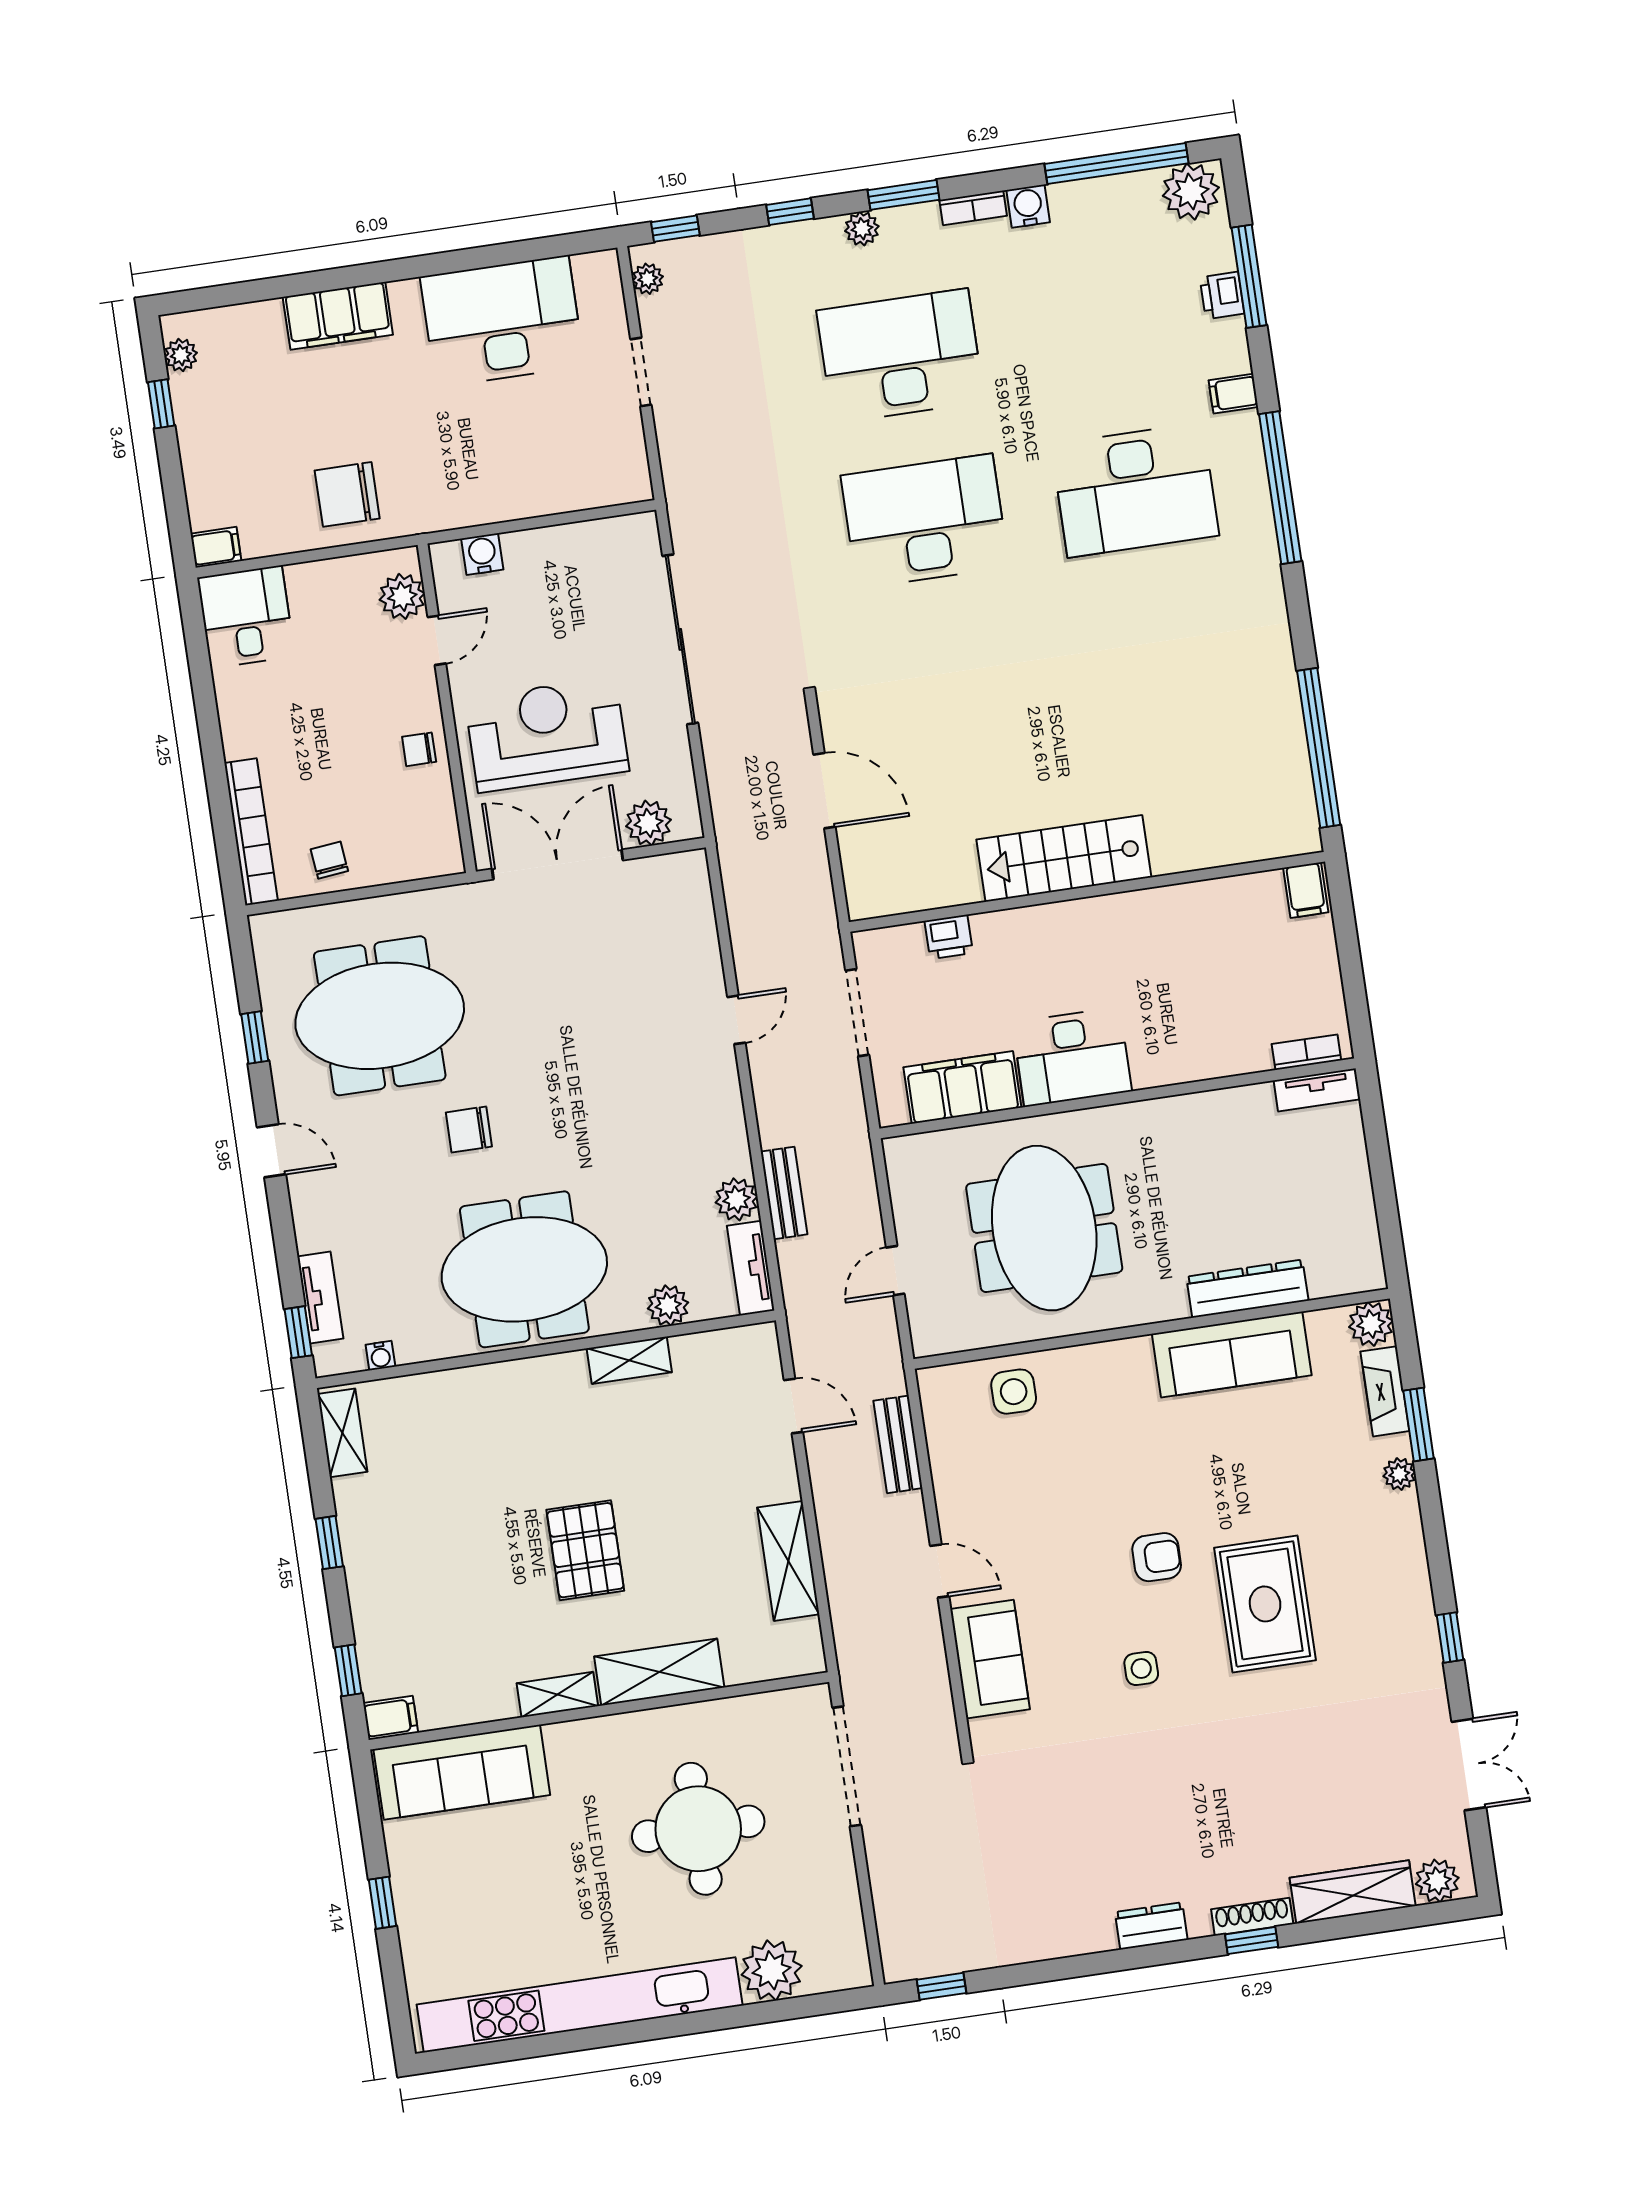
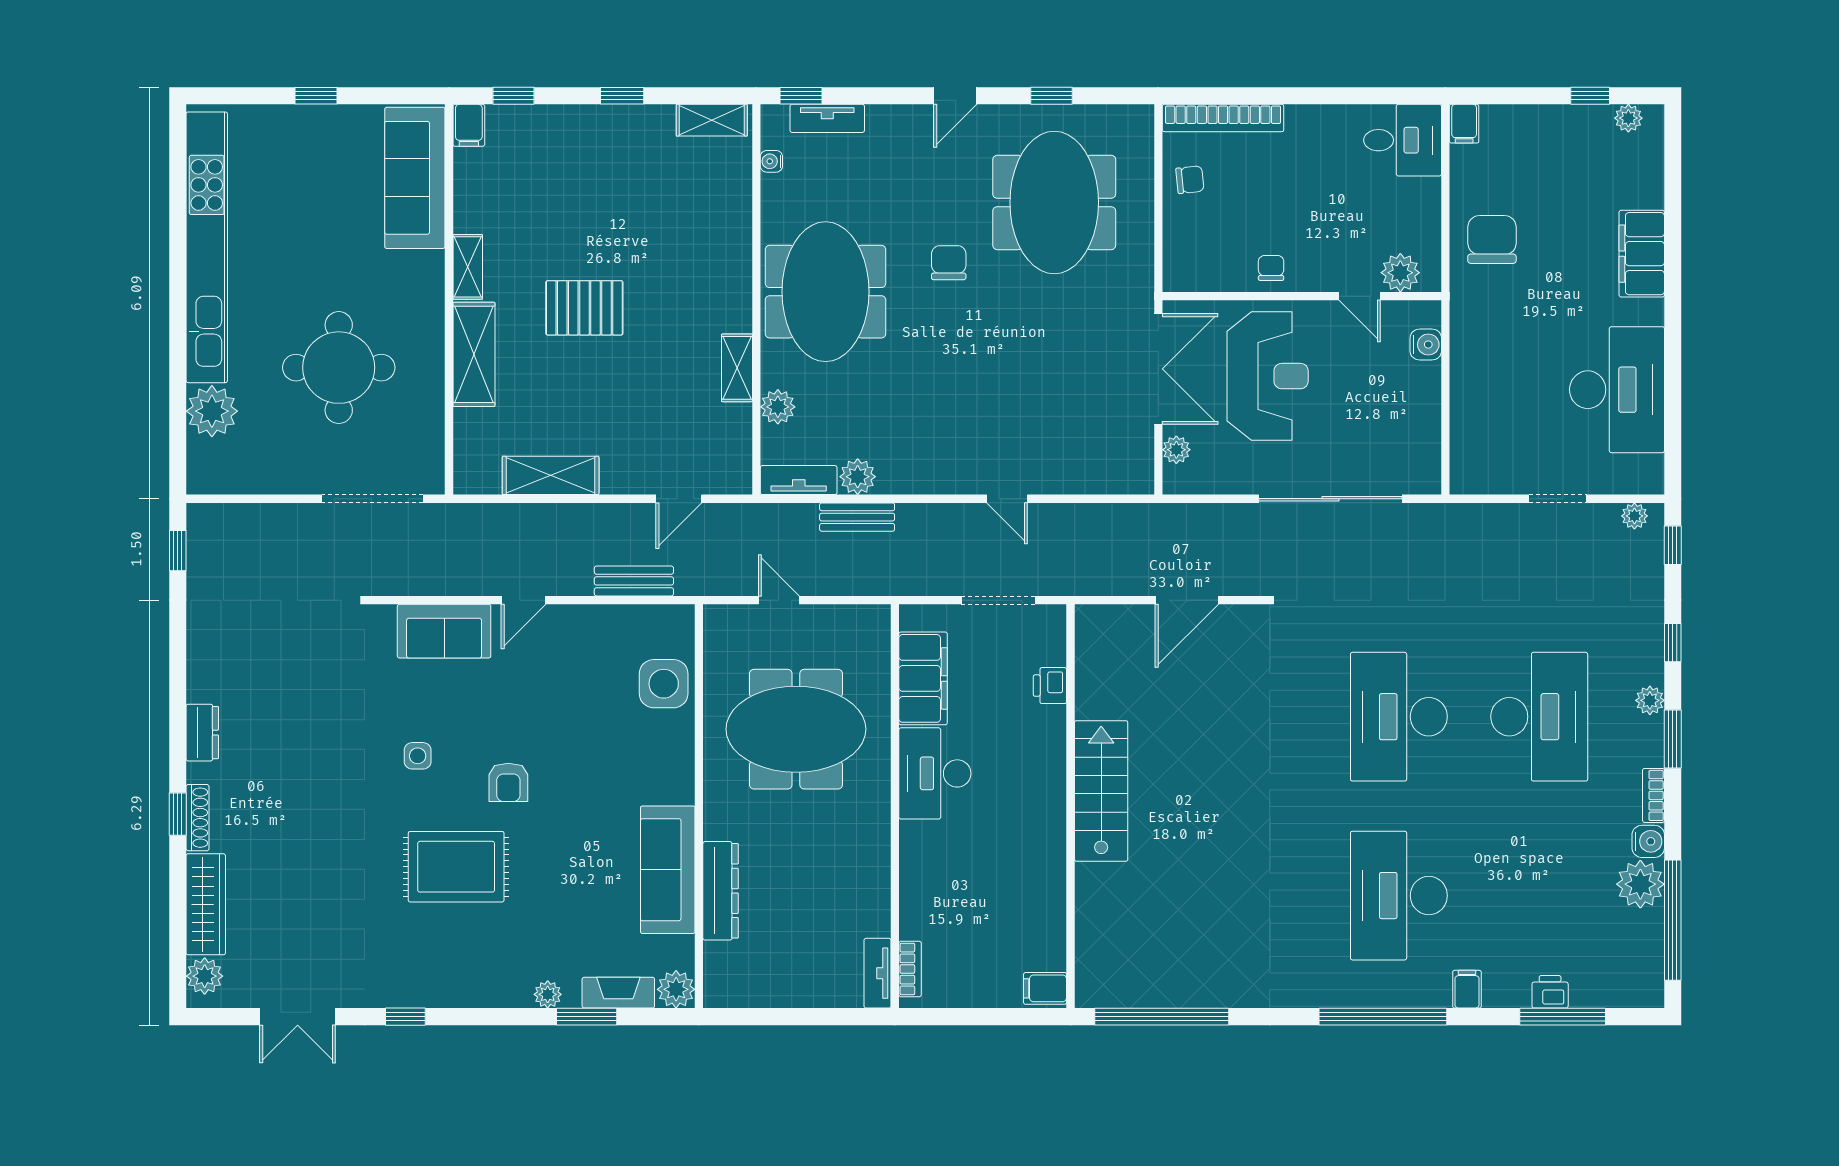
plant: (1191, 192) -> (1640, 884), moved
desk: (925, 521) -> (1399, 717), turned 180
plant: (648, 823) -> (1176, 450), width x0.73, depth x0.73
side table: (1014, 1392) -> (664, 684), width x1.37, depth x1.37

